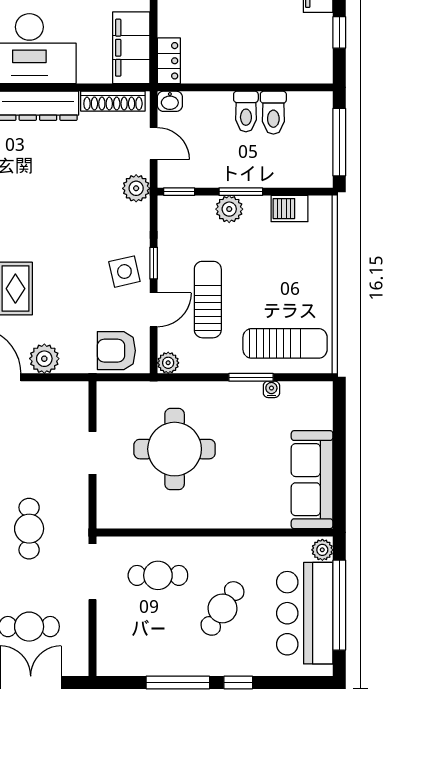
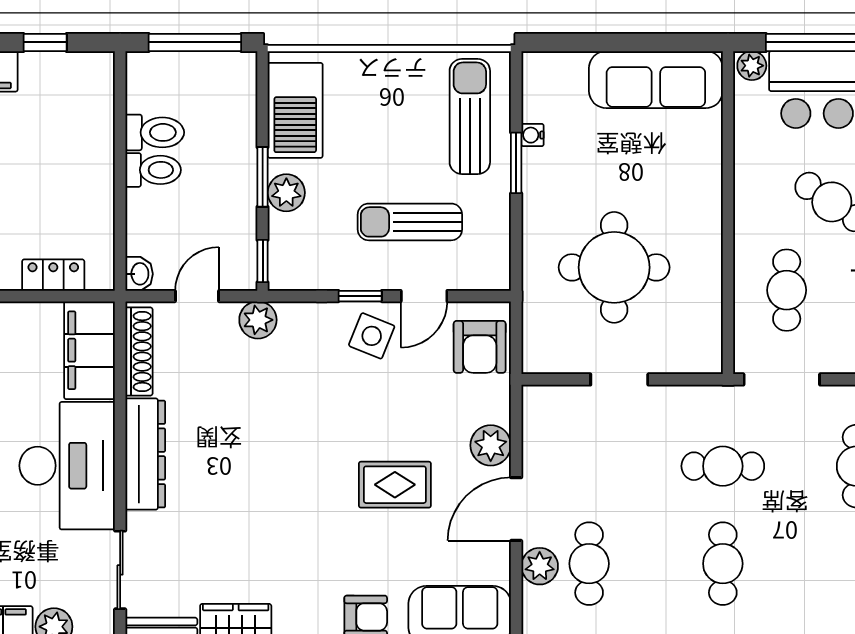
filing cabinet: (131, 48) -> (90, 350), moved, turned 90
locker: (169, 61) -> (53, 275), moved
barbecue: (290, 209) -> (295, 110), width x1.88, depth x1.53
side table: (124, 272) -> (372, 336), turned 35
door: (154, 310) -> (424, 296), swing flipped
plant: (168, 363) -> (496, 276), removed

